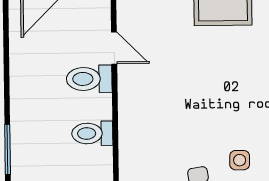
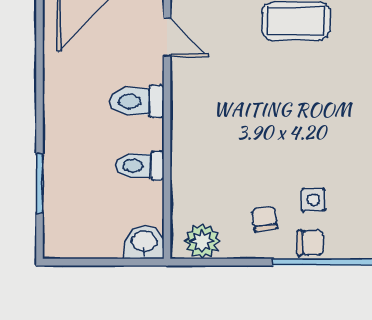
door: (114, 48) -> (167, 37), moved

